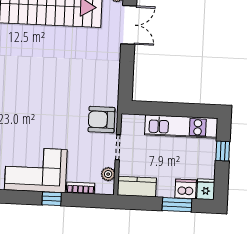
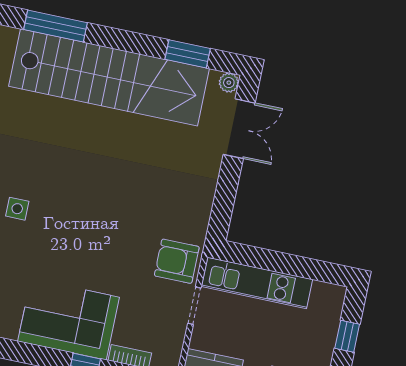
kitchen unit: (181, 127) -> (257, 283), moved
plant: (108, 174) -> (174, 343), removed

